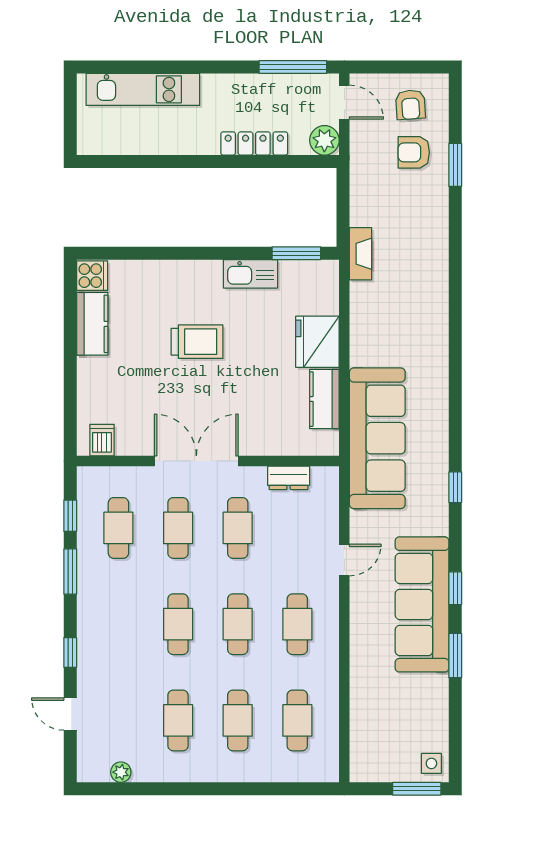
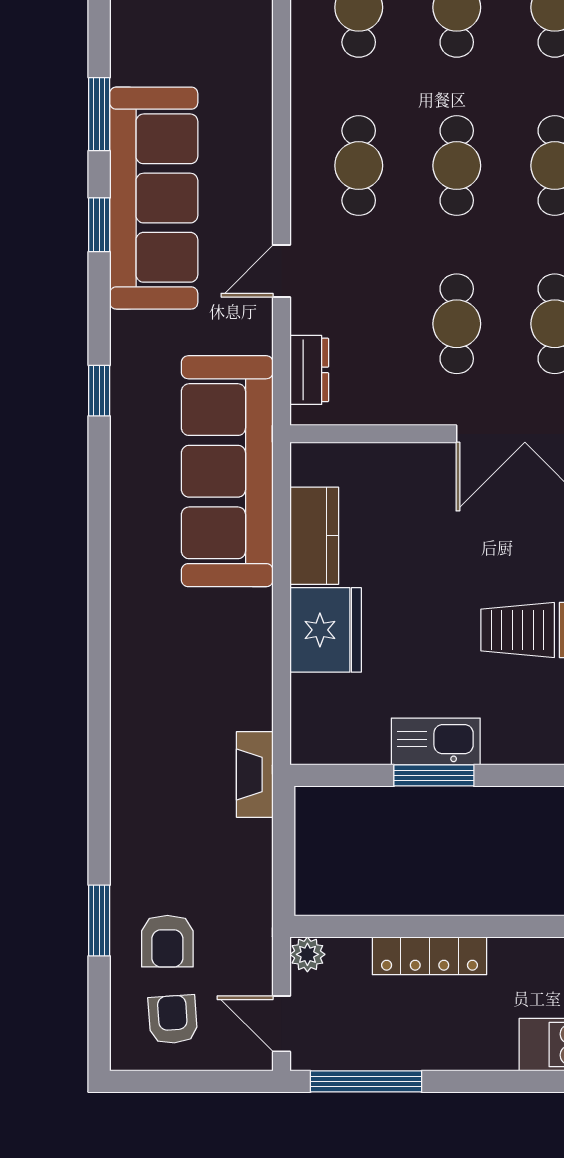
plant: (324, 140) -> (307, 954), width x0.73, depth x0.73
armchair: (414, 152) -> (167, 941), turned 90
window: (296, 253) -> (434, 775), moved
dresser: (289, 478) -> (309, 370), moved, turned 90

